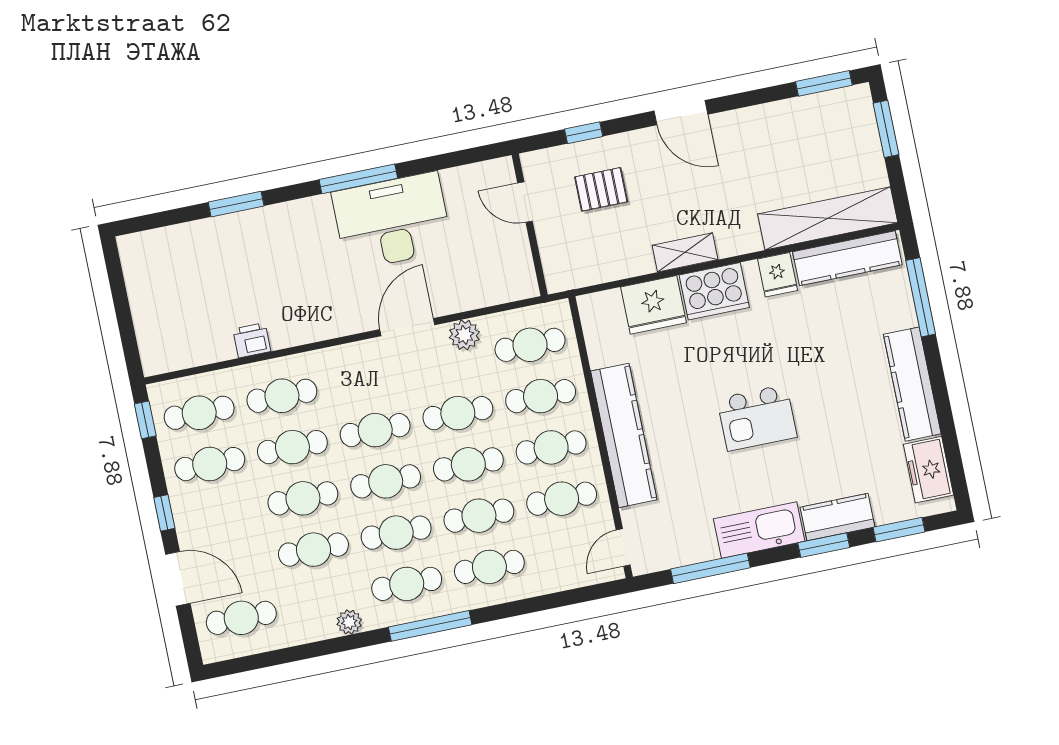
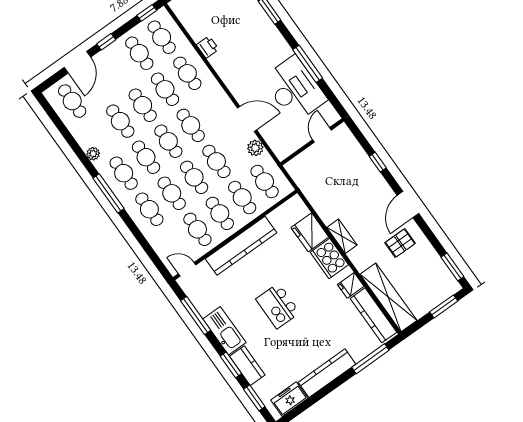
pallet: (601, 189) -> (400, 243), moved, turned 90
door: (525, 202) -> (322, 135), moved
wall: (530, 225) -> (312, 142), moved

